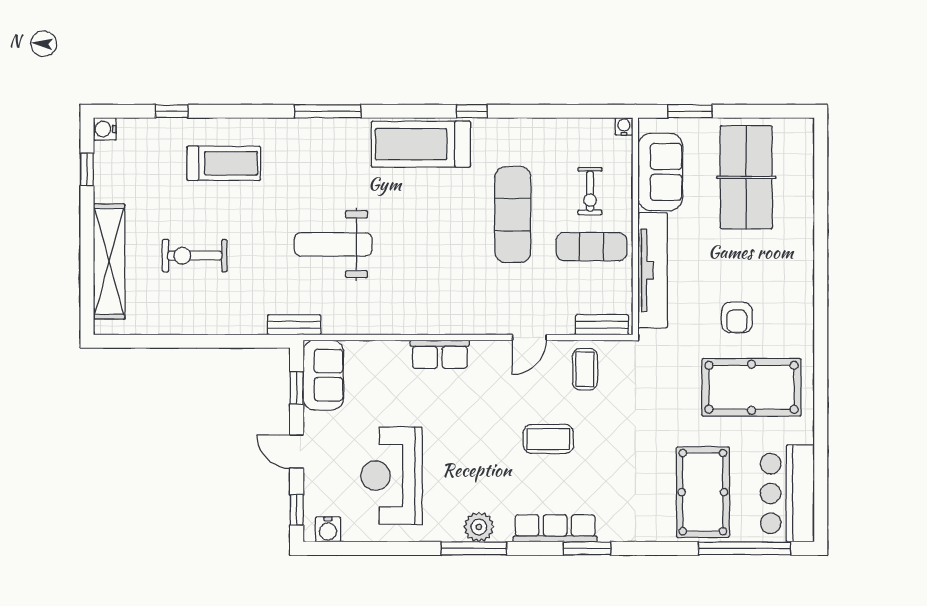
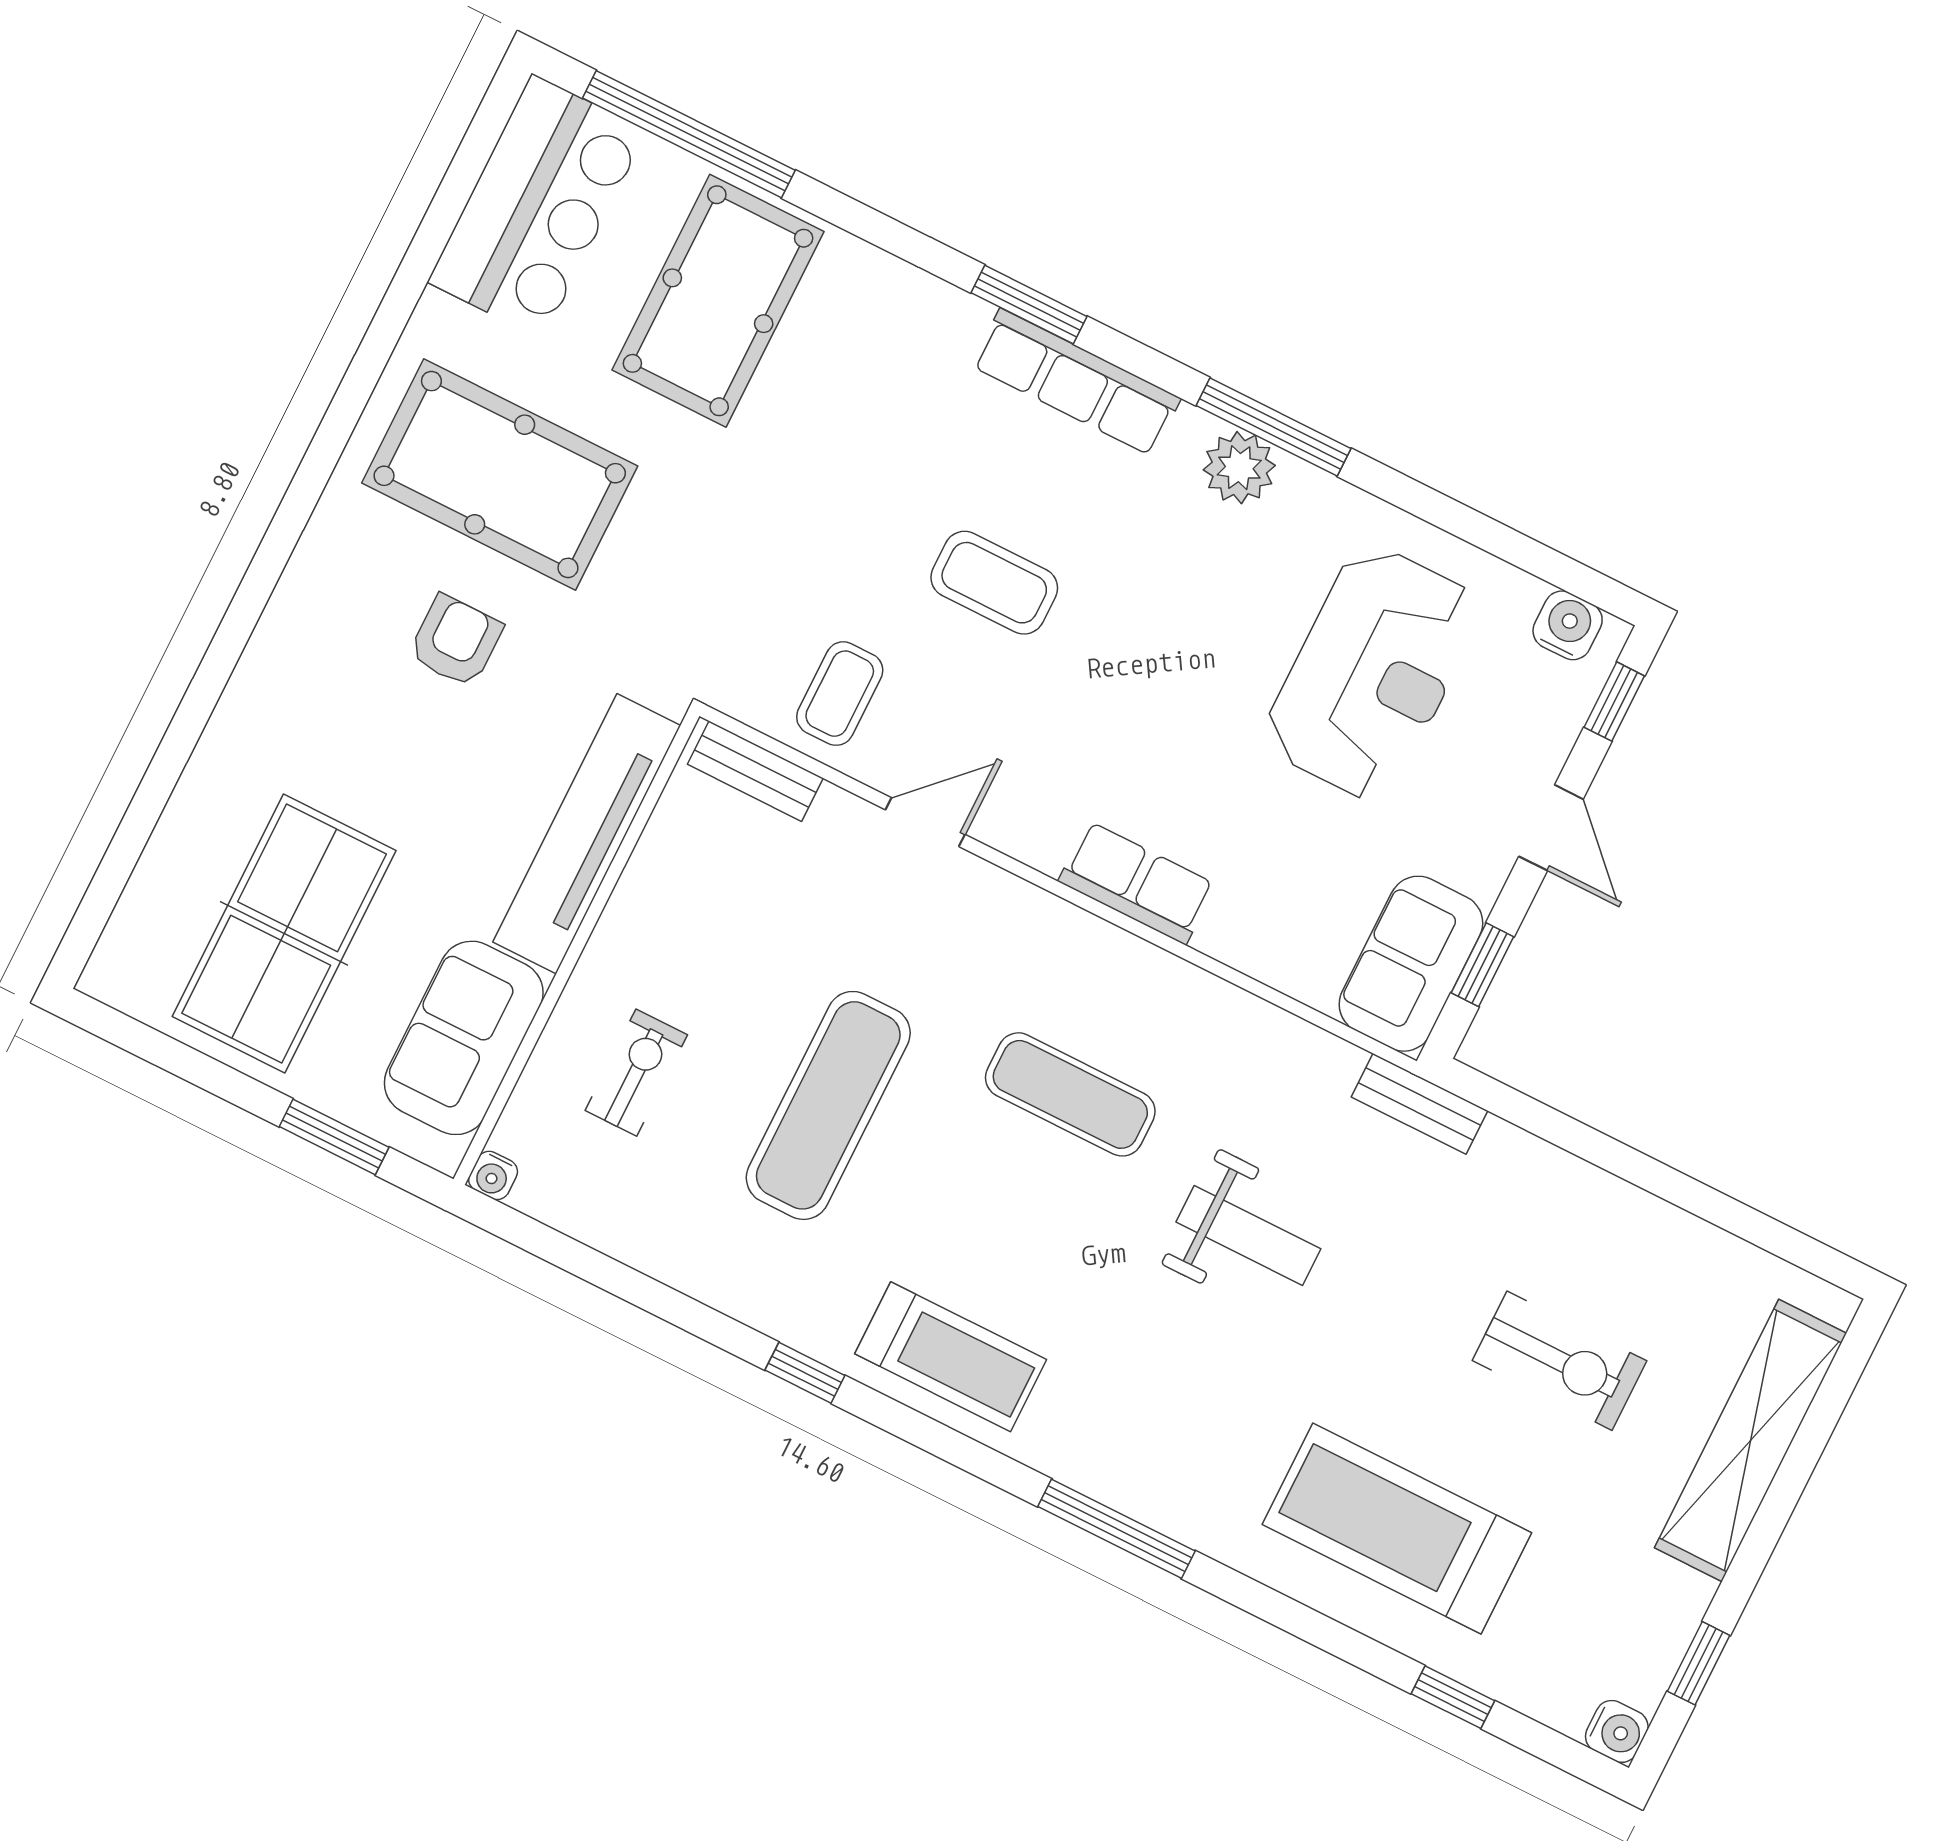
treadmill: (421, 144) -> (951, 1357), width x0.73, depth x0.73
treadmill: (224, 163) -> (1397, 1529), width x1.37, depth x1.38
weight bench: (333, 244) -> (1248, 1235), width x0.73, depth x0.75
exercise mat: (591, 247) -> (1070, 1094), moved

